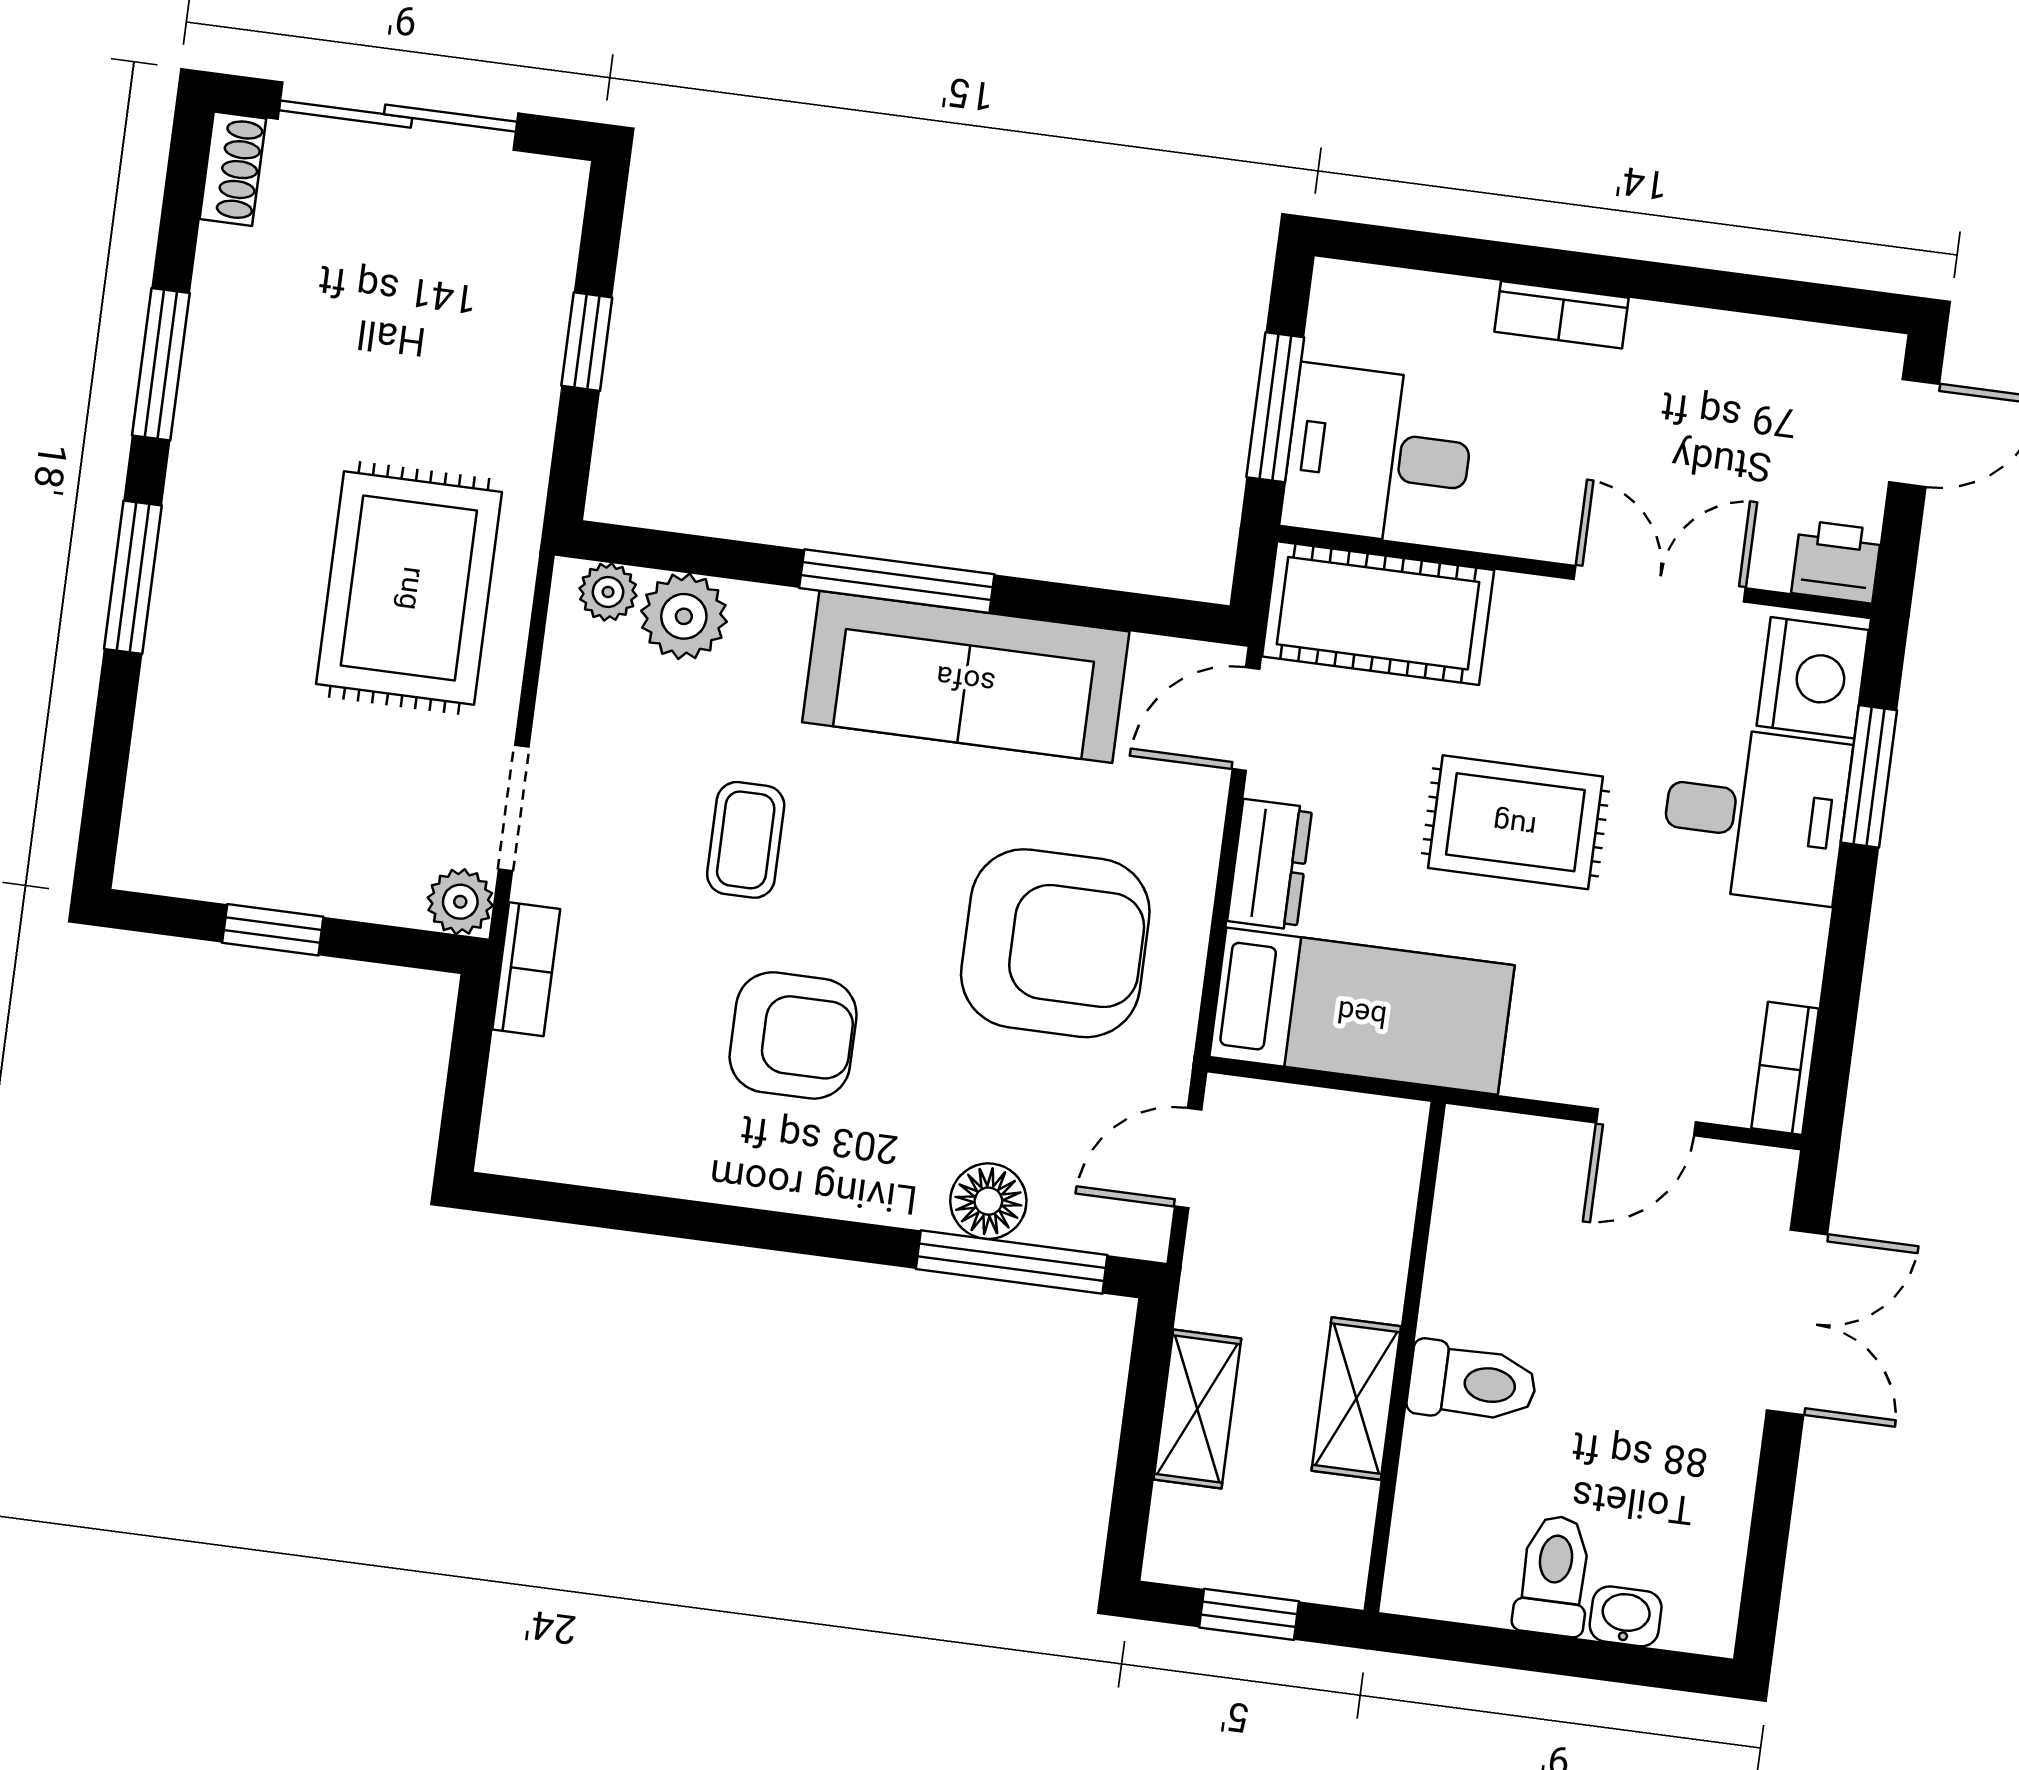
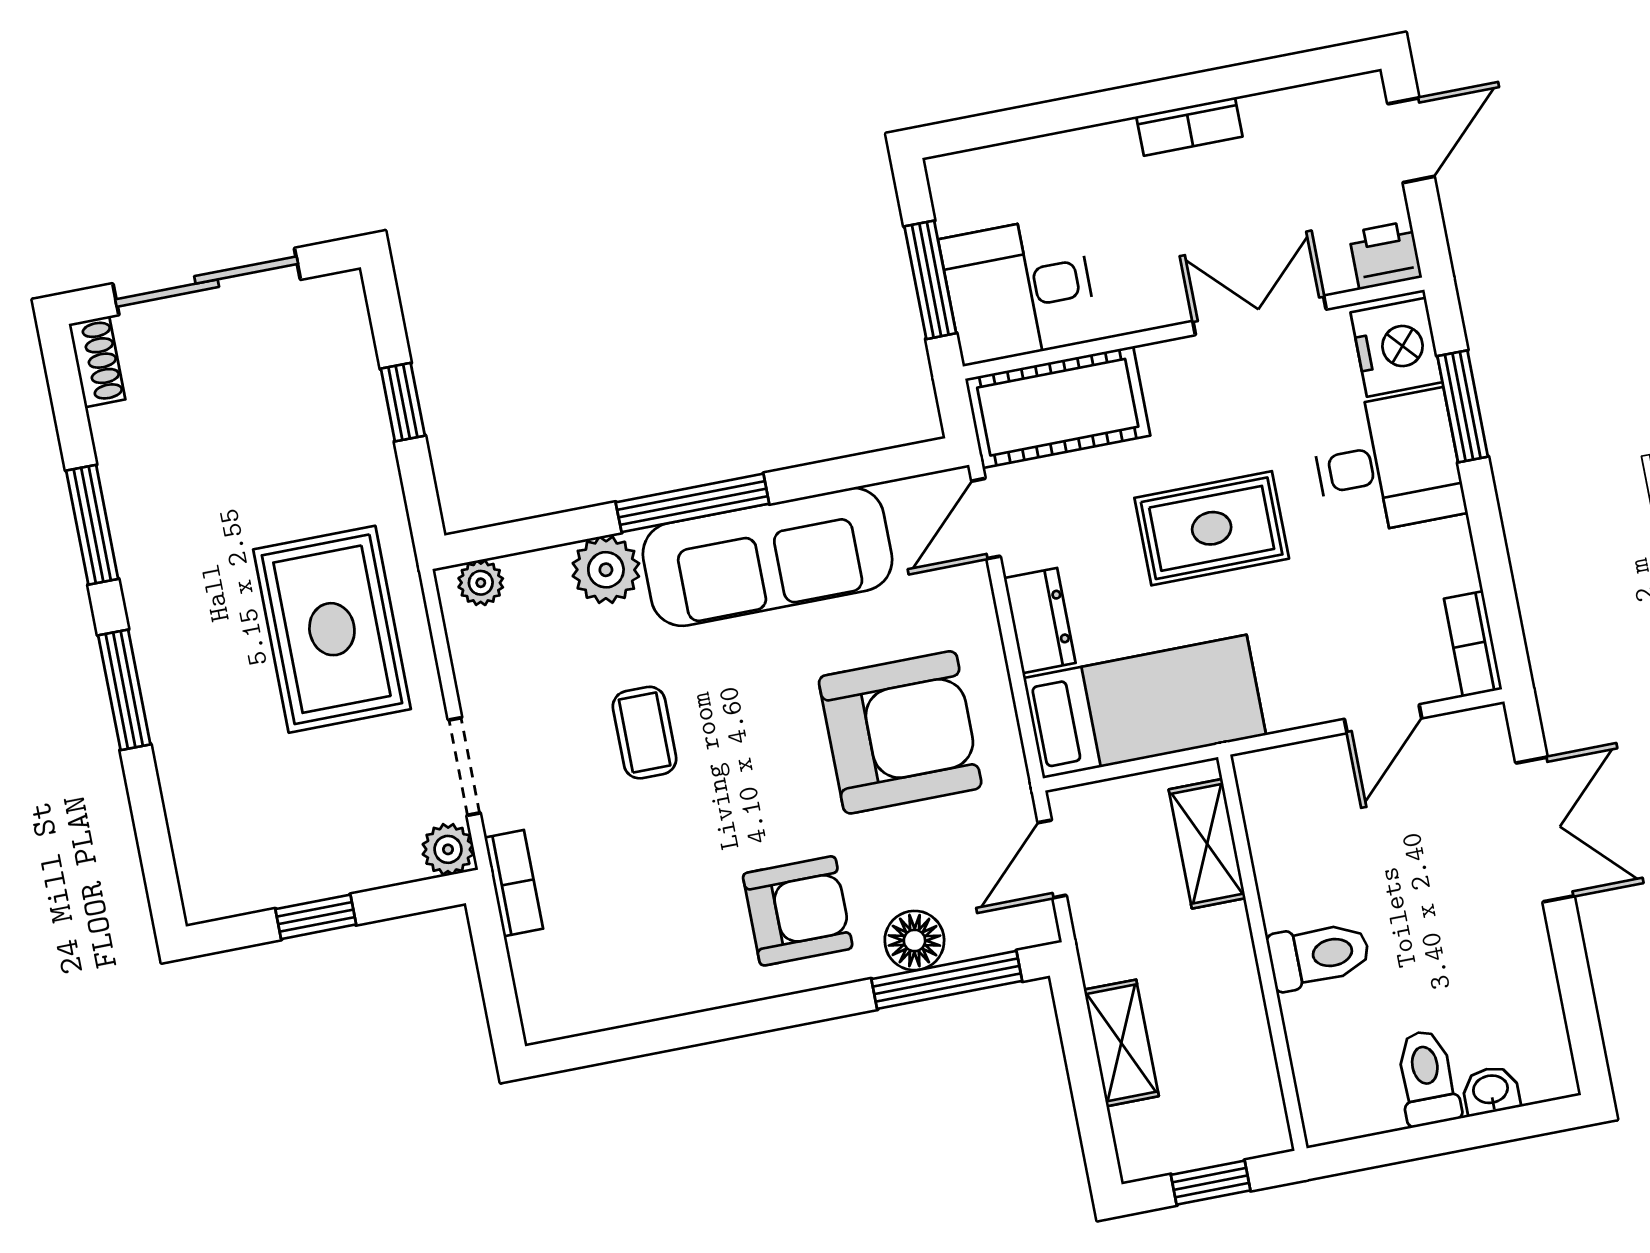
bookcase: (1562, 315) -> (1189, 127), moved
plant: (684, 616) -> (606, 570), moved
armchair: (793, 1035) -> (798, 911), moved
shelving: (1356, 1399) -> (1207, 844), moved

